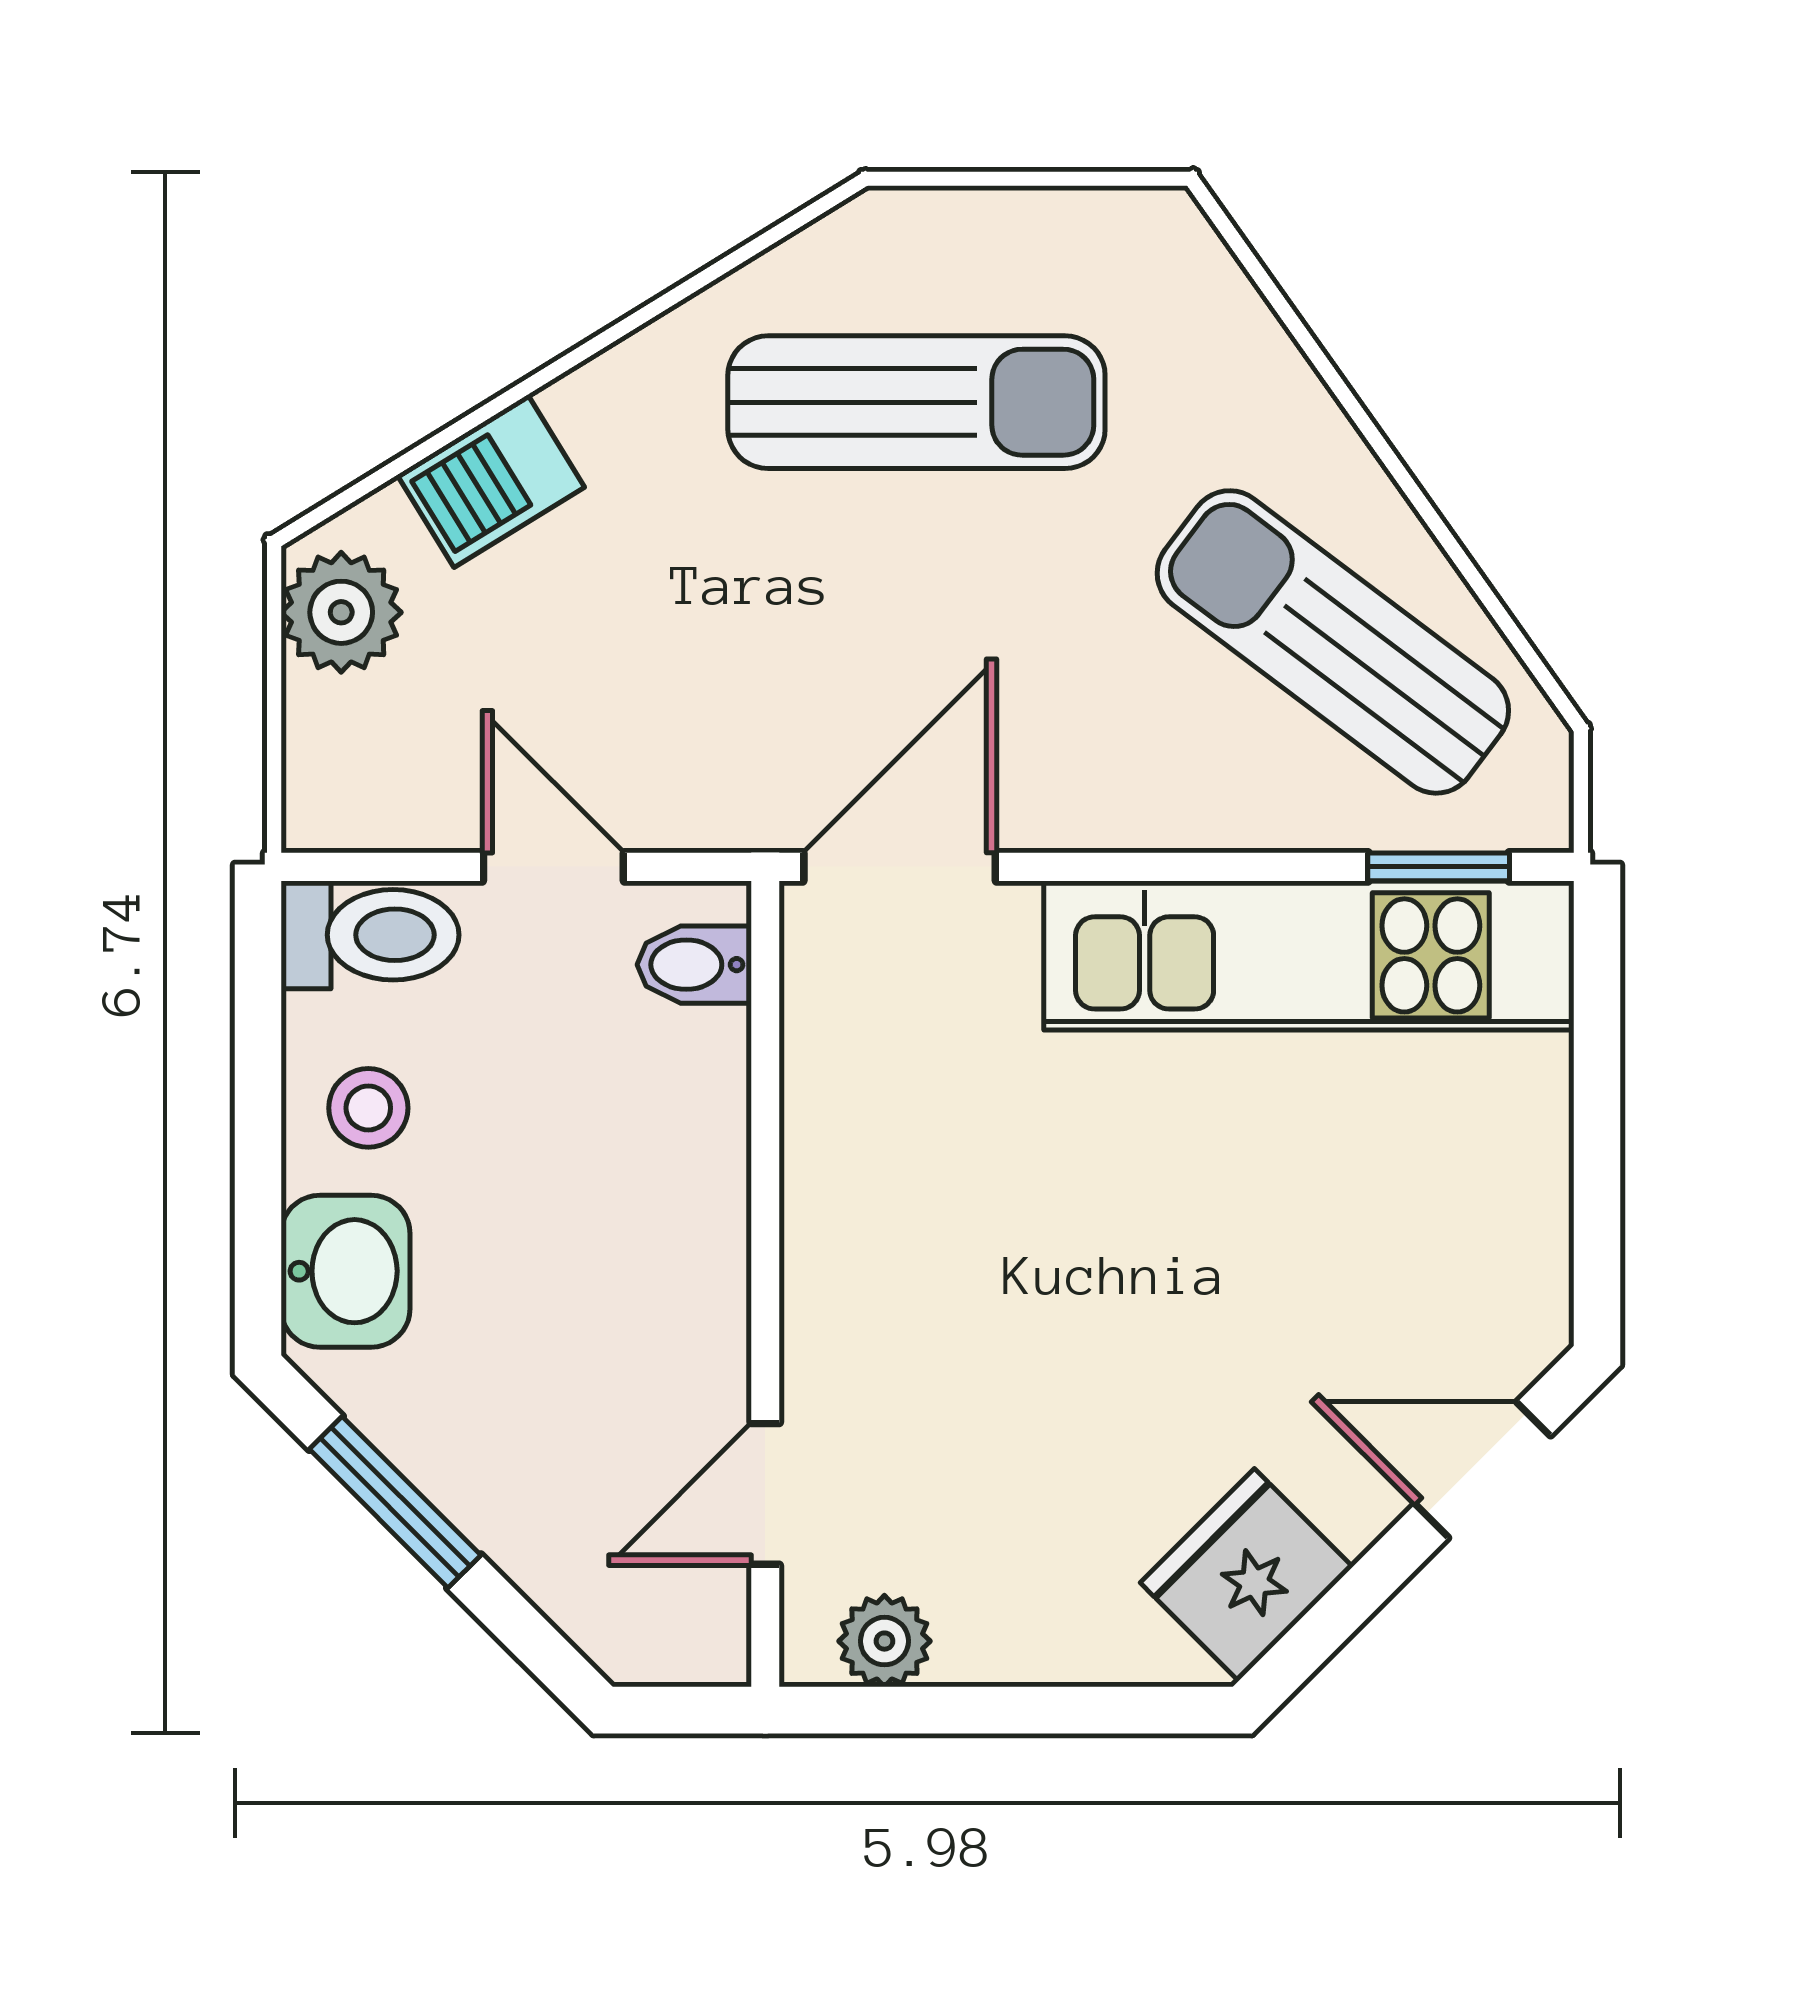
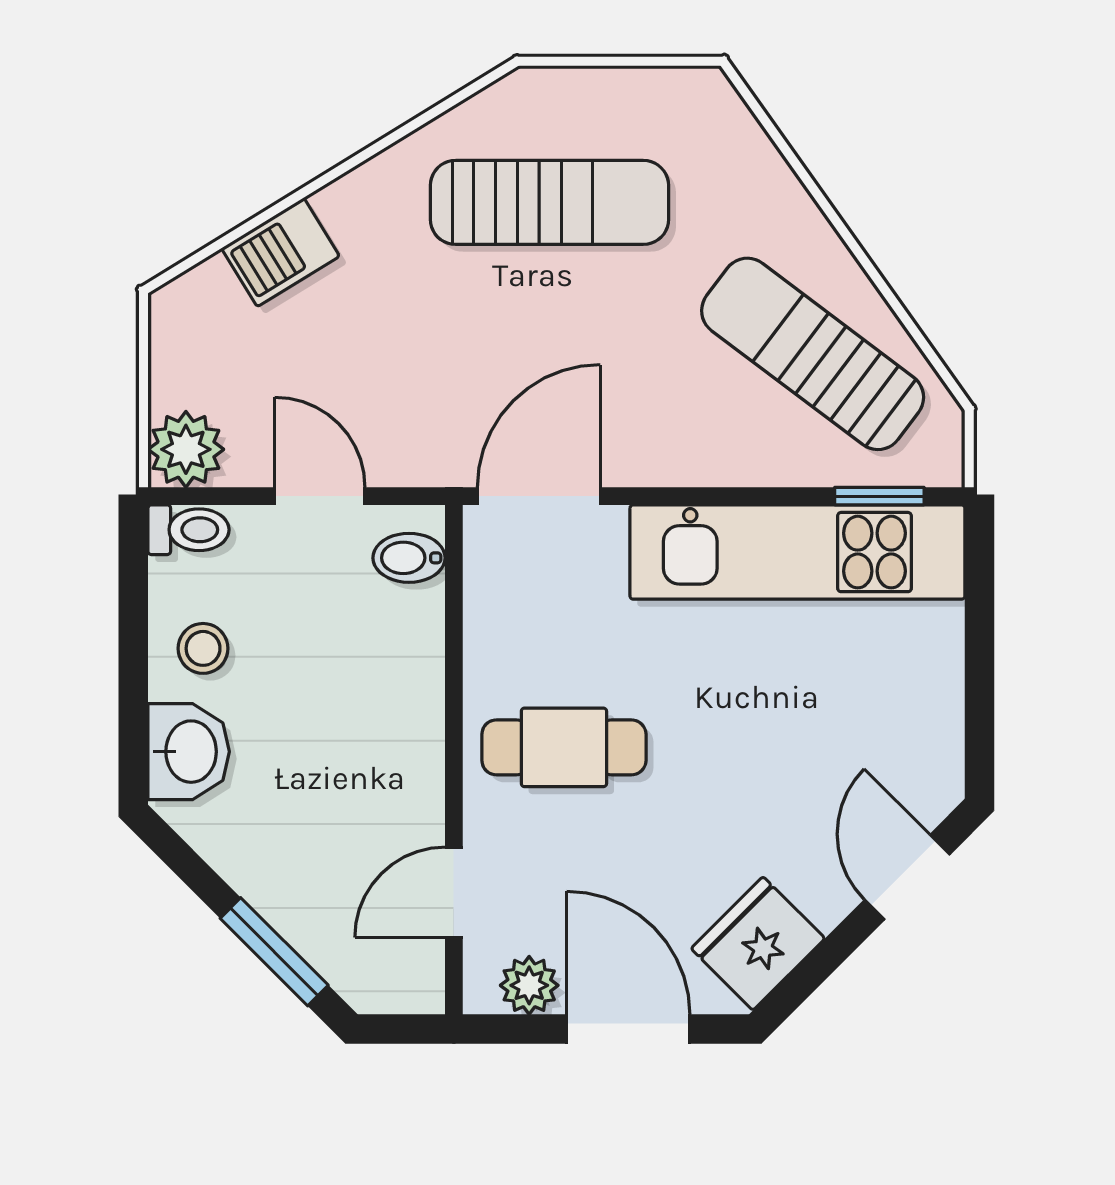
plant: (341, 612) -> (186, 449), moved
toilet: (370, 935) -> (188, 530), width x0.73, depth x0.72
cafe table: (939, 1265) -> (564, 747), added
door: (1483, 1470) -> (907, 877), hinge flipped
window: (395, 1502) -> (274, 952), moved
door: (1041, 1710) -> (628, 1029), added

